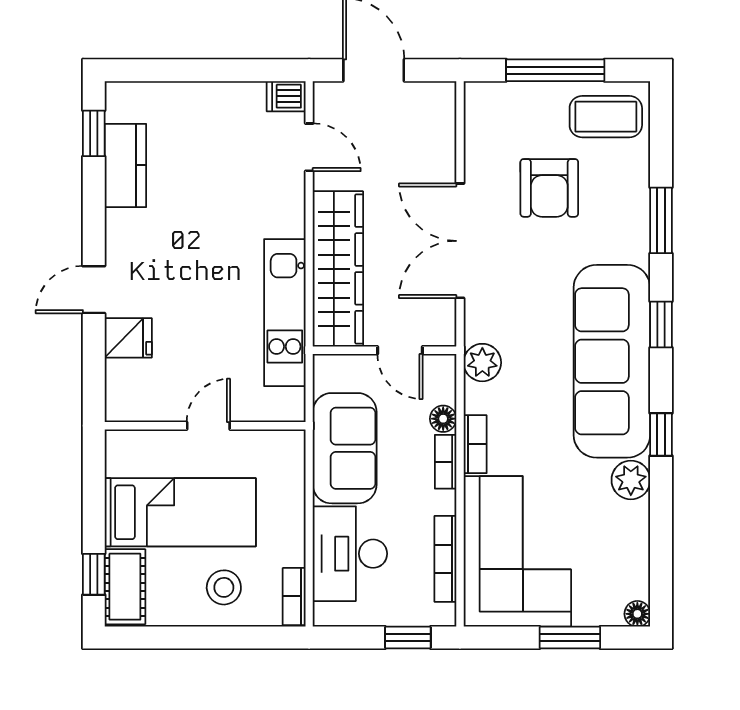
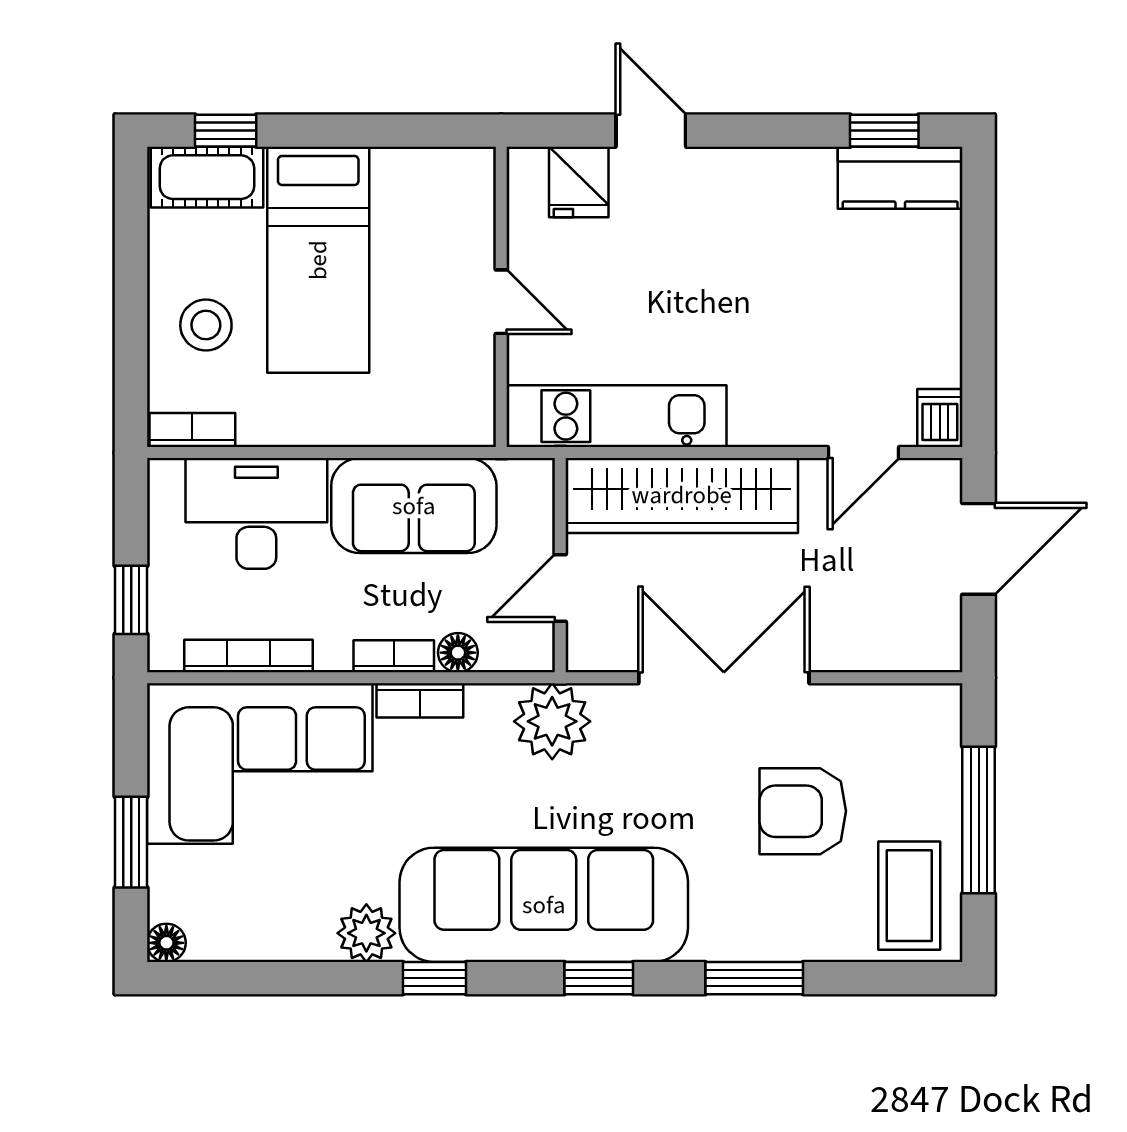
kitchen counter: (125, 165) -> (900, 178), moved
plant: (482, 363) -> (552, 721), width x1.36, depth x1.36
wall: (205, 426) -> (501, 297), moved
door: (208, 426) -> (501, 302), moved

